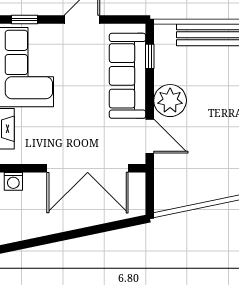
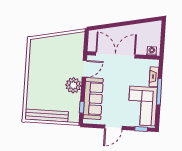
door: (150, 136) -> (84, 69), swing flipped

